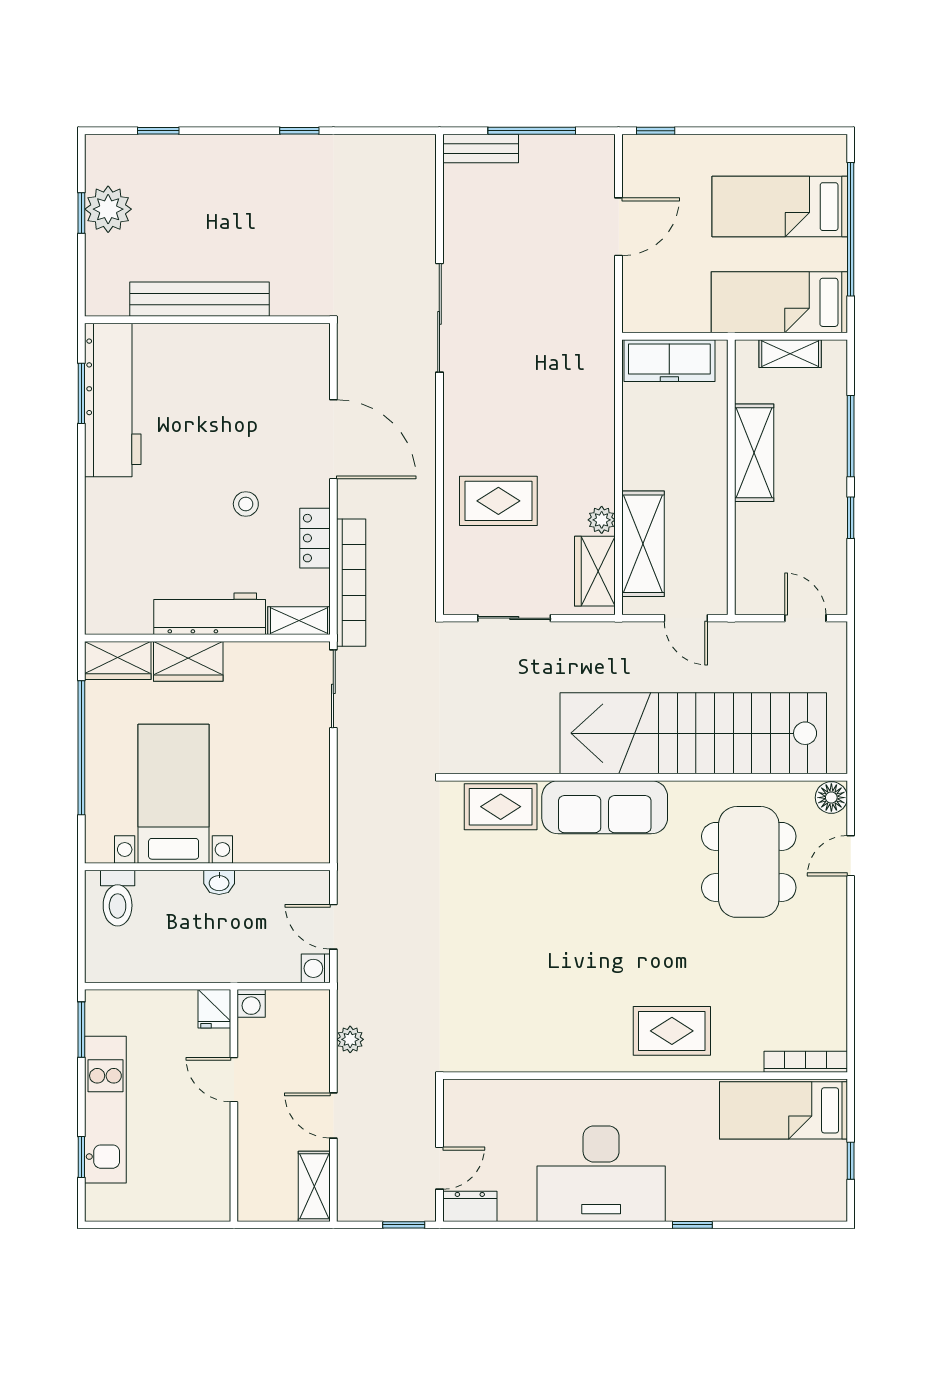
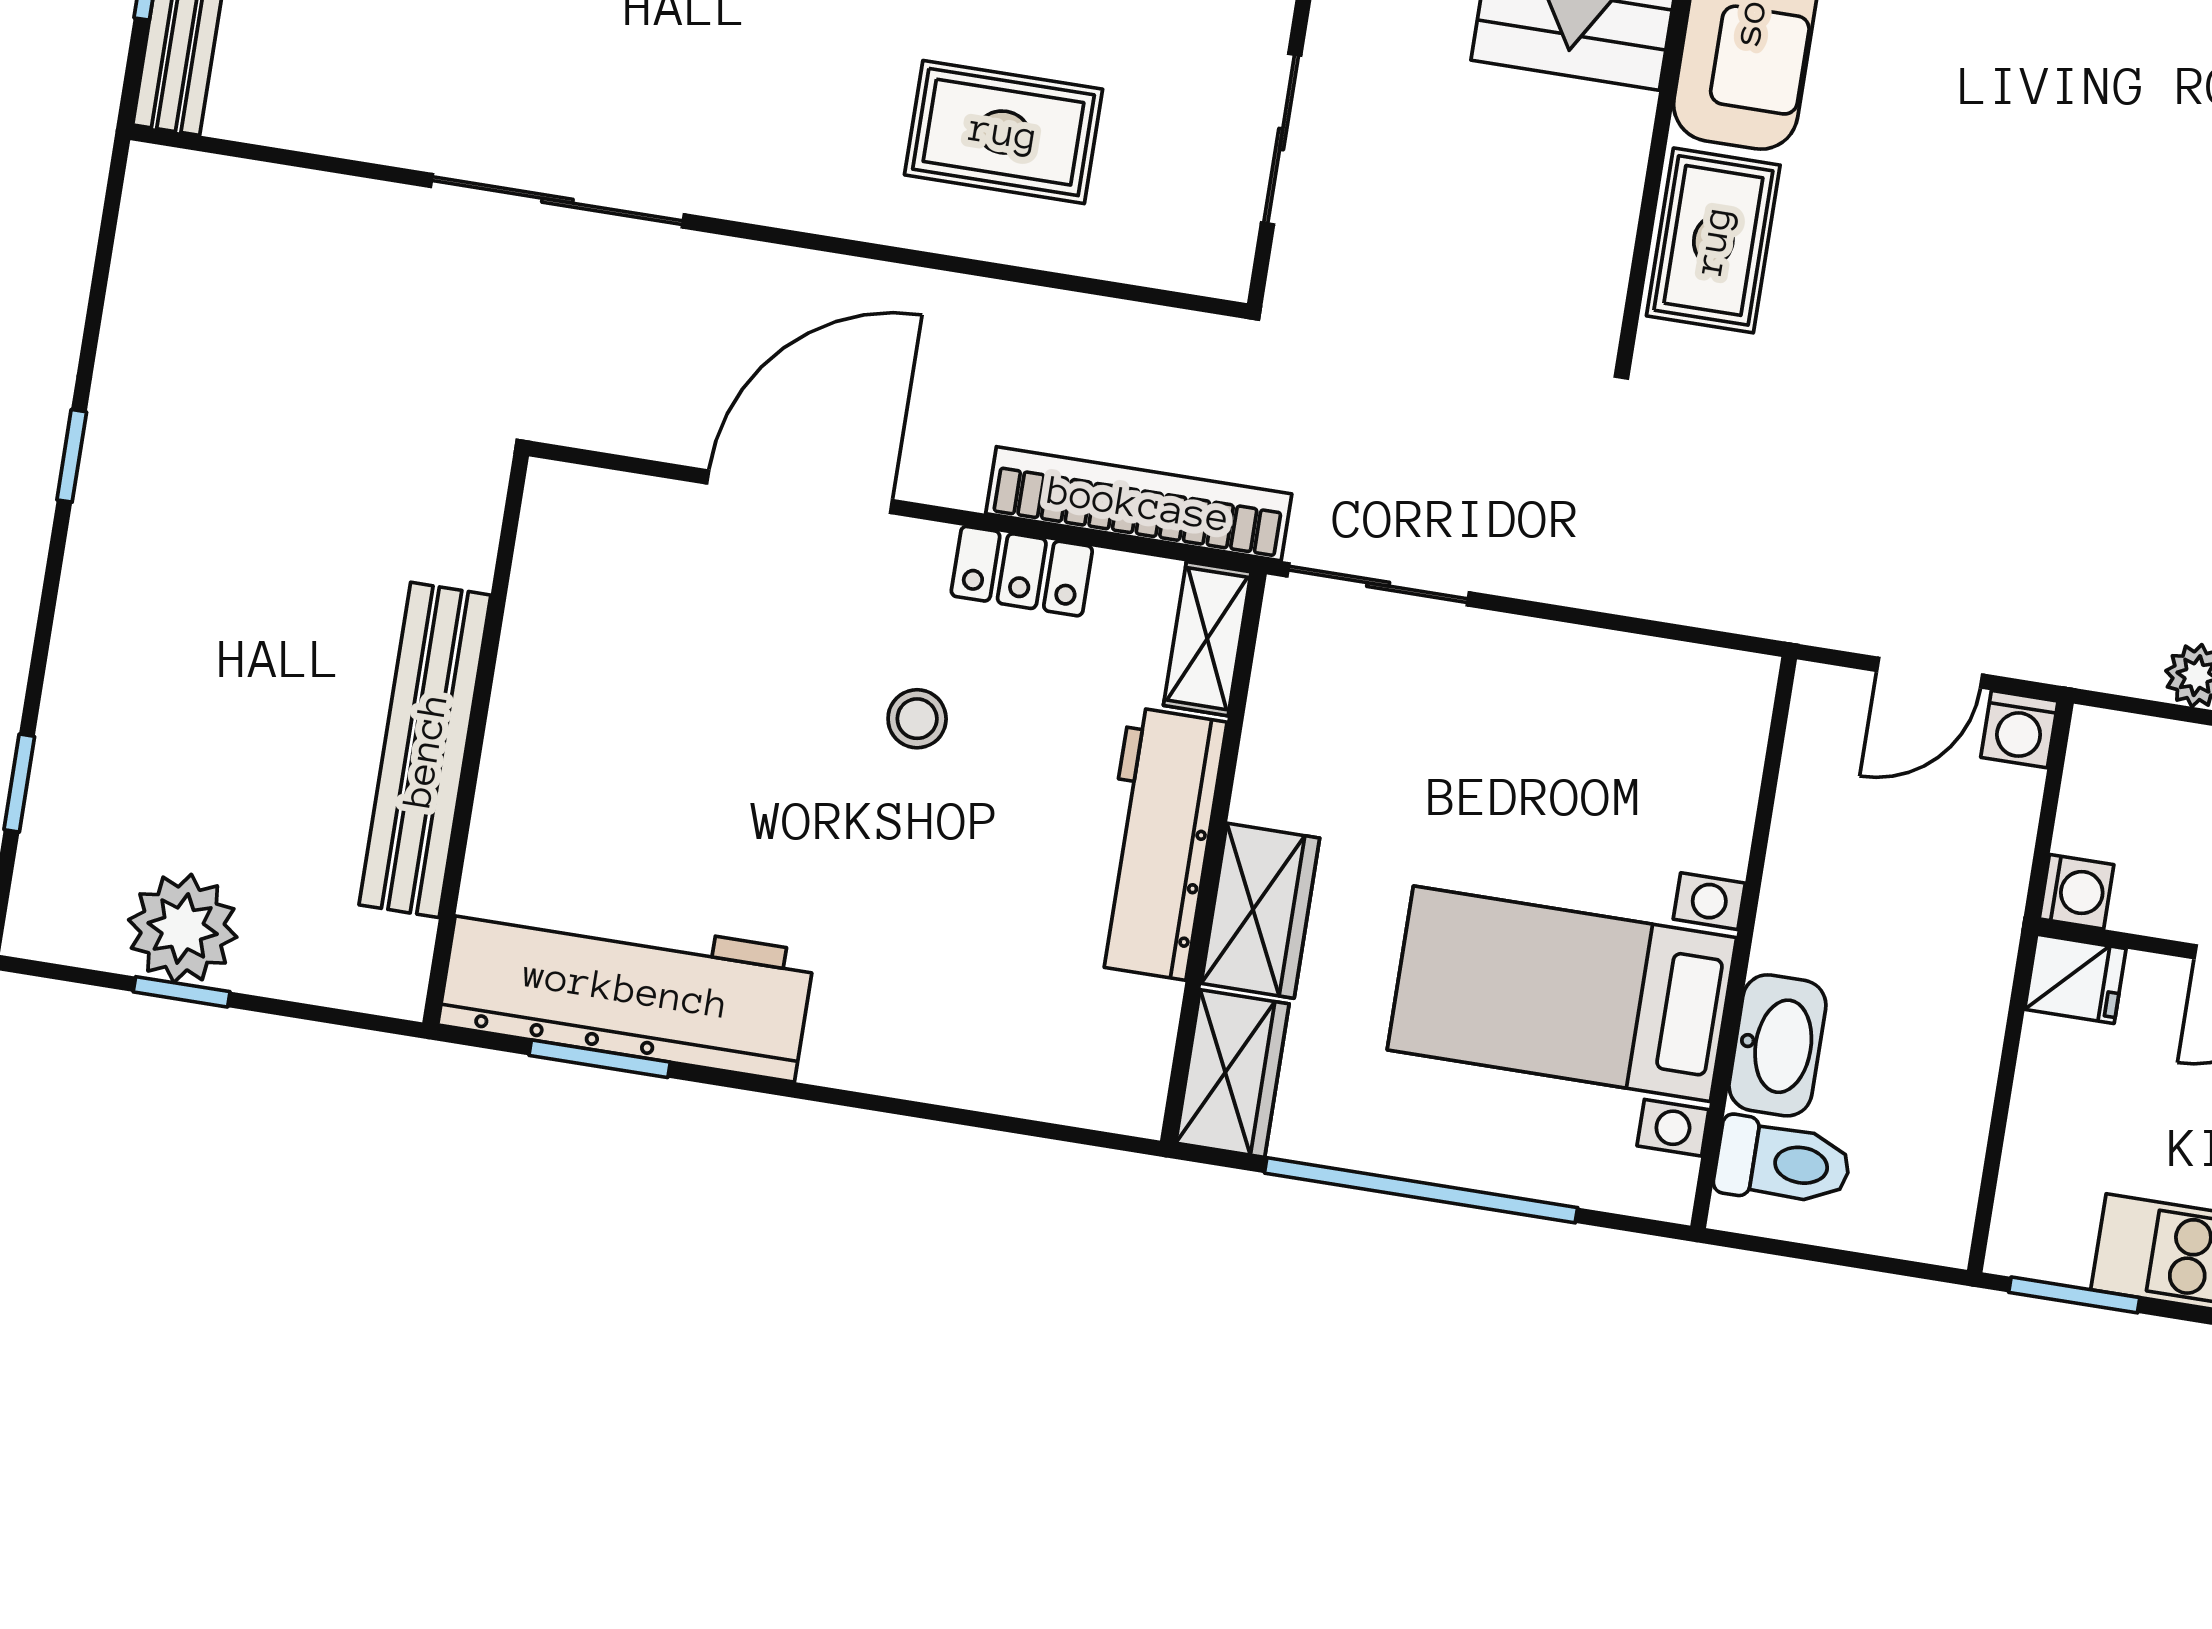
rug: (498, 501) -> (1004, 132), turned 90
washbasin: (219, 882) -> (1777, 1045), moved, width x1.91, depth x1.45

